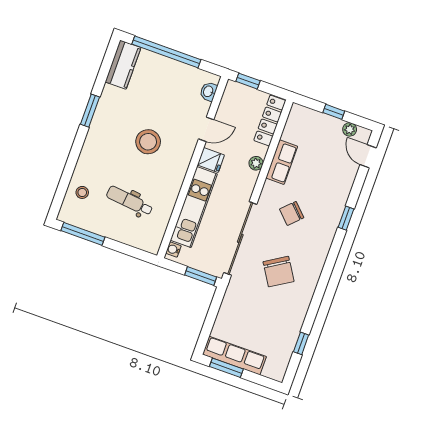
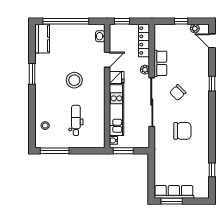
dental chair: (130, 201) -> (76, 120), turned 84
sliding door: (240, 238) -> (152, 102), moved
chair: (279, 272) -> (182, 131), turned -58
window: (201, 276) -> (123, 151), moved

